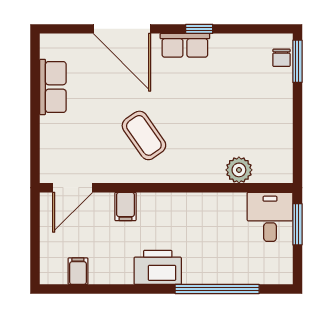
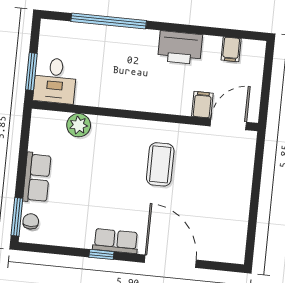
row of seats: (53, 87) -> (37, 178), moved, turned 180
coffee table: (144, 135) -> (160, 164), turned 35
filing cabinet: (125, 206) -> (202, 105), moved
printer: (158, 267) -> (180, 48), moved

